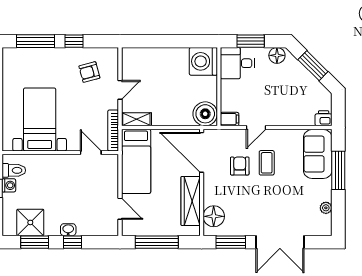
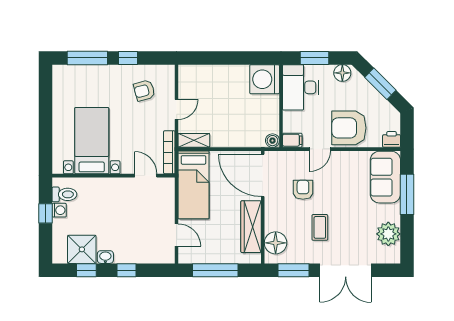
desk: (237, 63) -> (301, 87), width x1.37
armchair: (283, 107) -> (349, 128), added
boiler: (205, 114) -> (272, 141), width x0.54, depth x0.54
coffee table: (267, 163) -> (320, 227), moved
plant: (326, 208) -> (388, 234), width x1.88, depth x1.88
washbasin: (68, 230) -> (105, 257), moved
window: (35, 242) -> (86, 270), width x0.67

